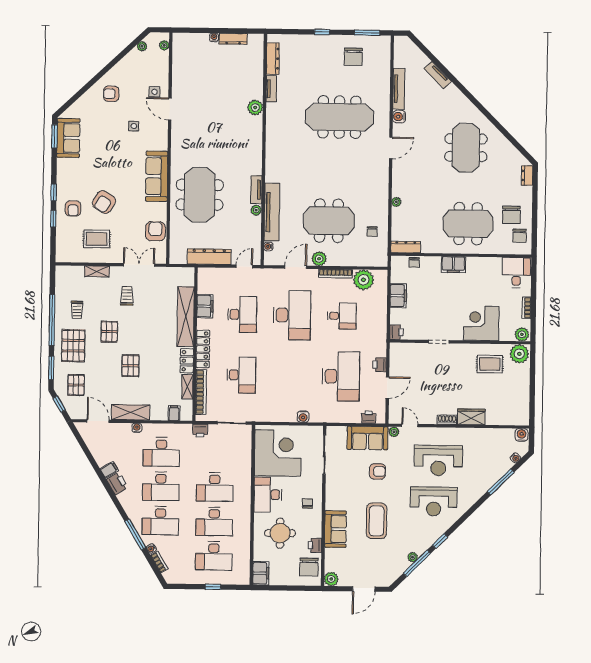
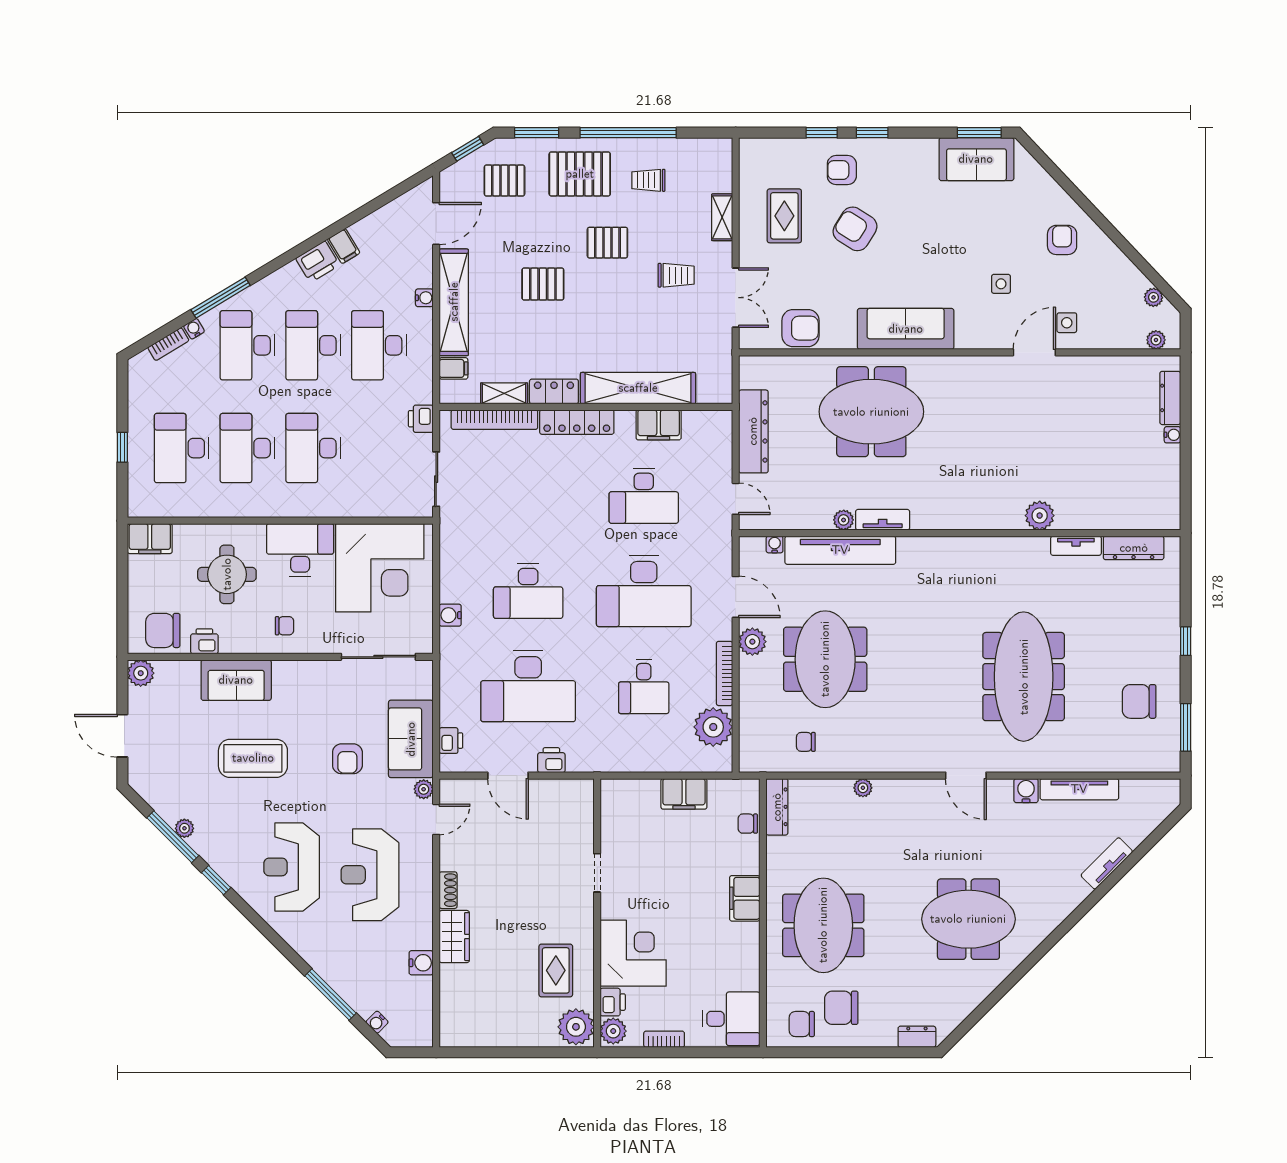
dresser: (233, 39) -> (1170, 398), moved
printer: (396, 332) -> (613, 1002), moved, turned -90
desk: (241, 375) -> (528, 591), moved
shelving: (131, 412) -> (454, 302), width x1.47
water cooler: (522, 435) -> (421, 963), moved

